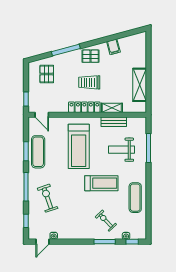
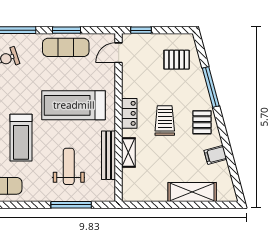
shelving: (140, 85) -> (192, 192), moved
locker: (84, 107) -> (129, 113), width x0.66
bench: (114, 122) -> (109, 155), width x1.36

